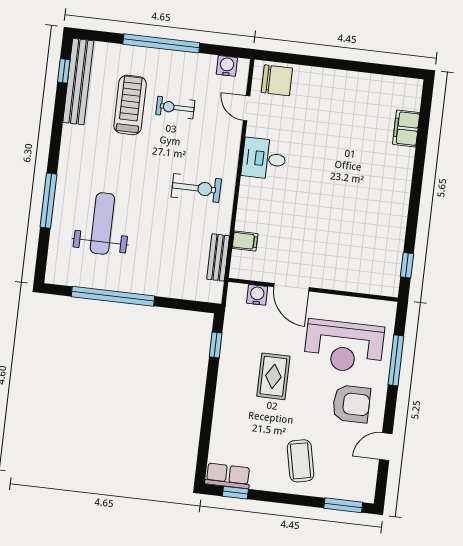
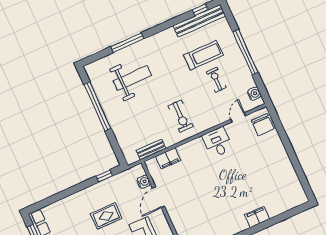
filing cabinet: (406, 128) -> (257, 217), moved
filing cabinet: (245, 241) -> (168, 158), width x2.00

